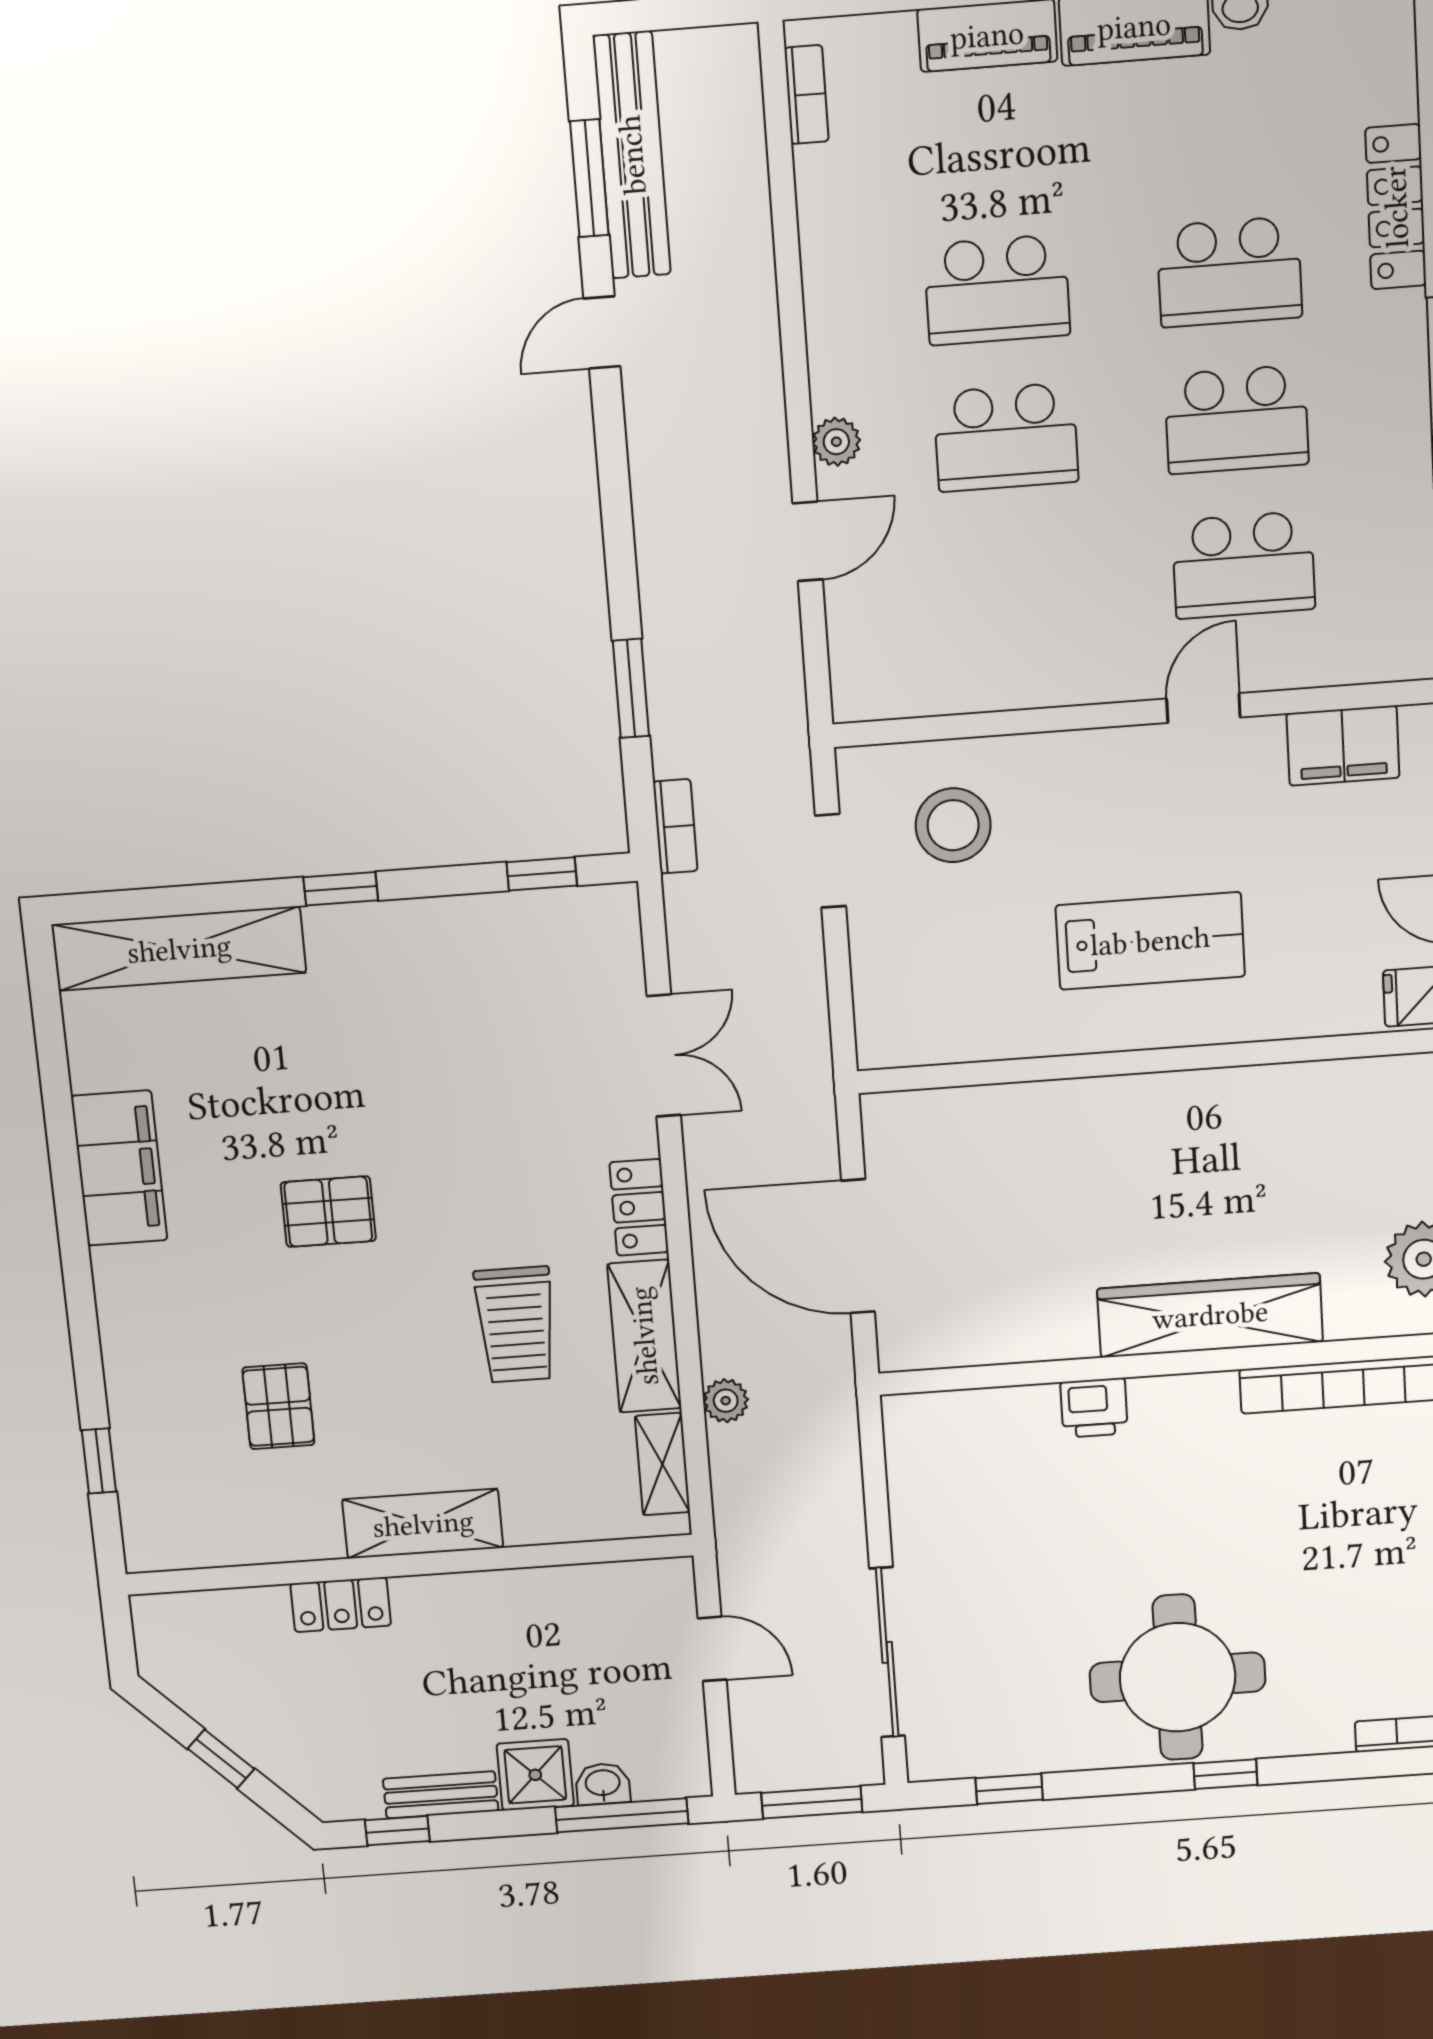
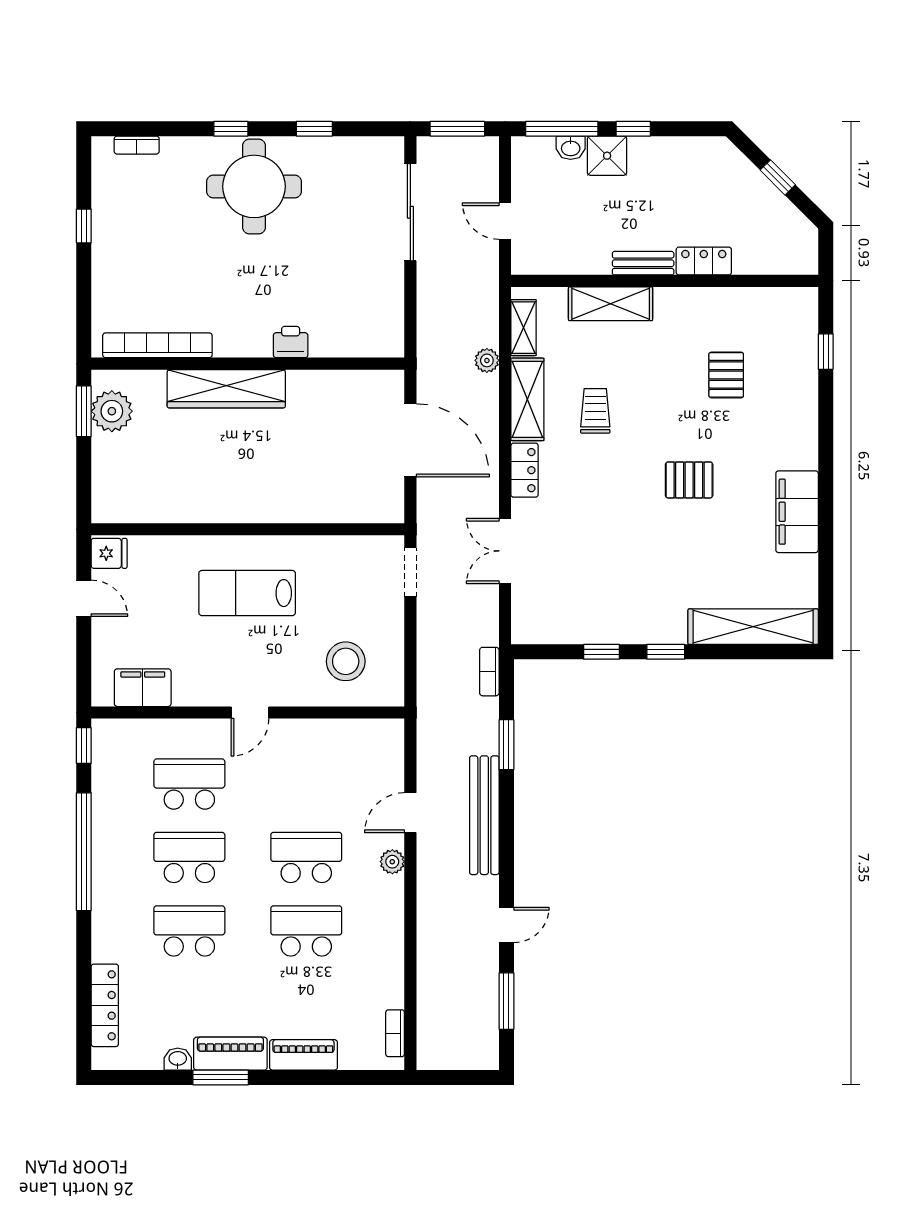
bench: (632, 155) -> (484, 815), moved
locker: (1396, 207) -> (105, 1005), moved
door: (1203, 708) -> (250, 712), moved
doorway: (830, 861) -> (410, 572), moved
window: (542, 874) -> (601, 652), moved
trolley: (516, 1324) -> (595, 411), width x0.73, depth x0.72
shelving: (423, 1524) -> (611, 304), moved
window: (1009, 1789) -> (314, 129), moved
bench: (441, 1795) -> (643, 263), moved
window: (397, 1831) -> (633, 129), moved

